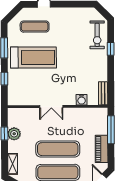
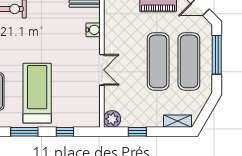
plant: (14, 134) -> (112, 119), moved

